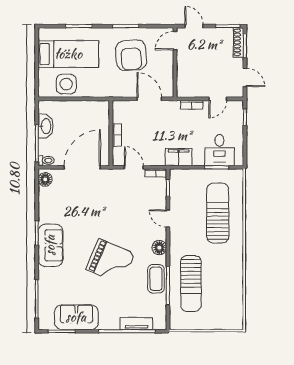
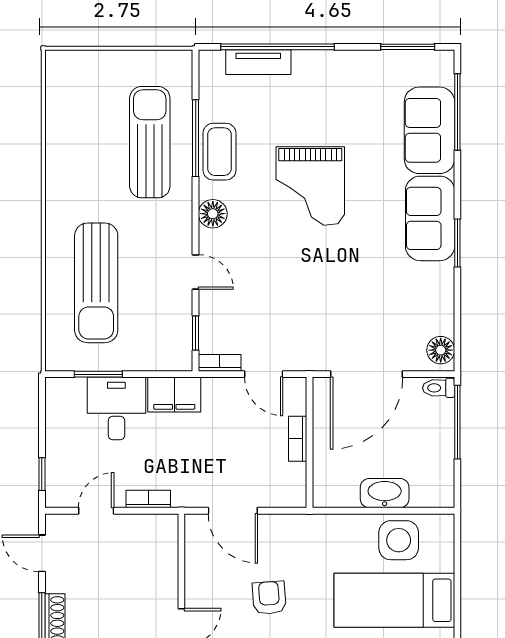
armchair: (131, 55) -> (269, 598), width x0.53, depth x0.53
washbasin: (46, 126) -> (385, 493), moved, turned 90
desk: (219, 150) -> (116, 408), moved
grand piano: (110, 262) -> (310, 186), turned -113
sofa: (76, 317) -> (429, 130), moved, turned 90

